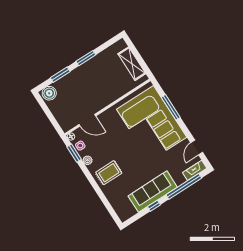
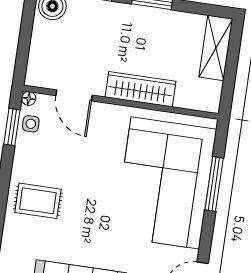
shelving: (132, 64) -> (216, 48), moved
wardrobe: (111, 96) -> (141, 89), added
plant: (88, 160) -> (22, 155), removed

